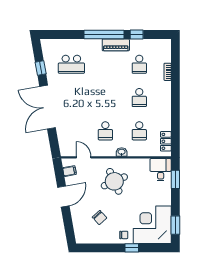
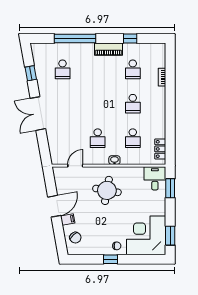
window: (104, 35) -> (75, 39), moved
school desk: (71, 64) -> (63, 69), width x0.54
double door: (48, 107) -> (38, 114), width x0.73
door: (84, 157) -> (75, 166), hinge flipped
filing cabinet: (69, 171) -> (68, 220), moved
round table: (114, 181) -> (107, 190), turned 34
chair: (100, 218) -> (75, 238), moved
window: (132, 248) -> (111, 259), moved

